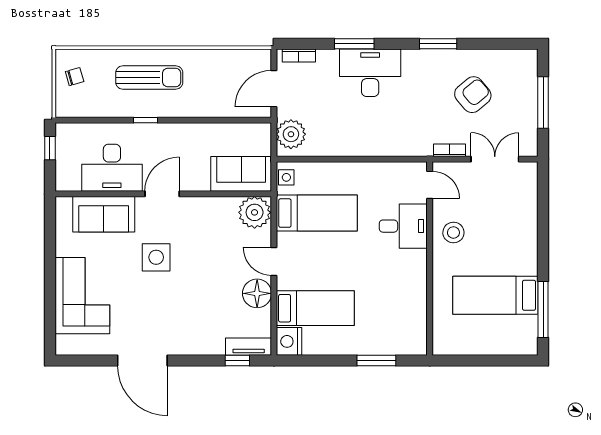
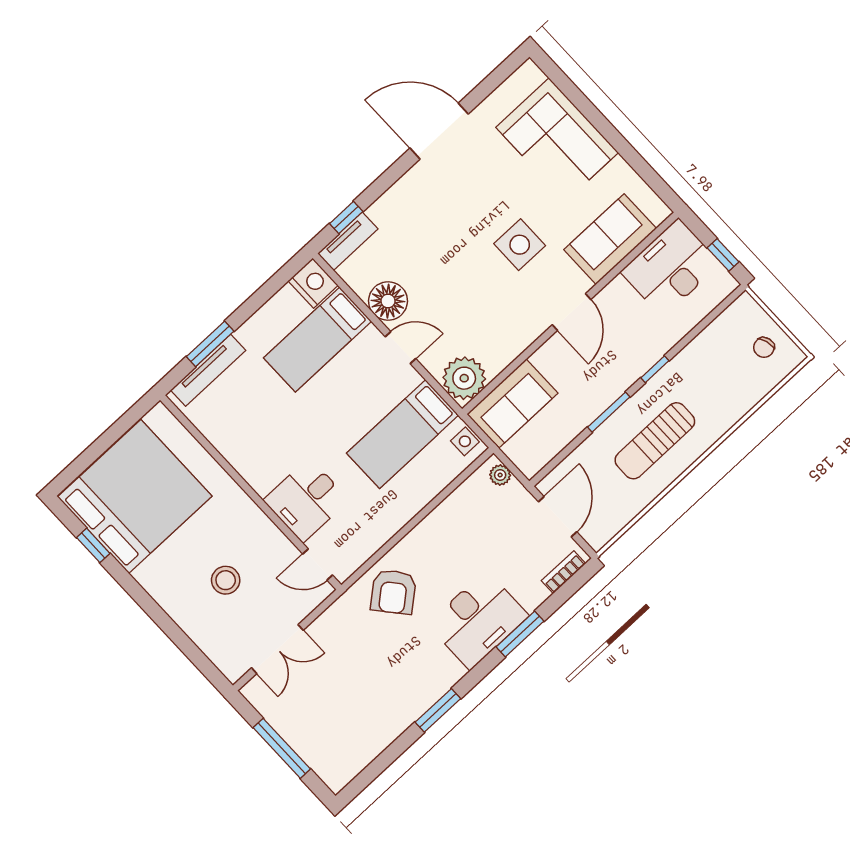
sun lounger: (149, 77) -> (655, 441), moved
armchair: (473, 95) -> (393, 592), moved
window: (193, 120) -> (609, 412), added
plant: (291, 134) -> (500, 475), width x0.53, depth x0.53
bookcase: (450, 150) -> (330, 616), removed
desk: (112, 168) -> (671, 268), moved
stool: (453, 232) -> (226, 580), moved
bed: (495, 295) -> (135, 497), width x2.04
window: (543, 310) -> (93, 545), width x0.46
tv unit: (391, 347) -> (208, 370), added

